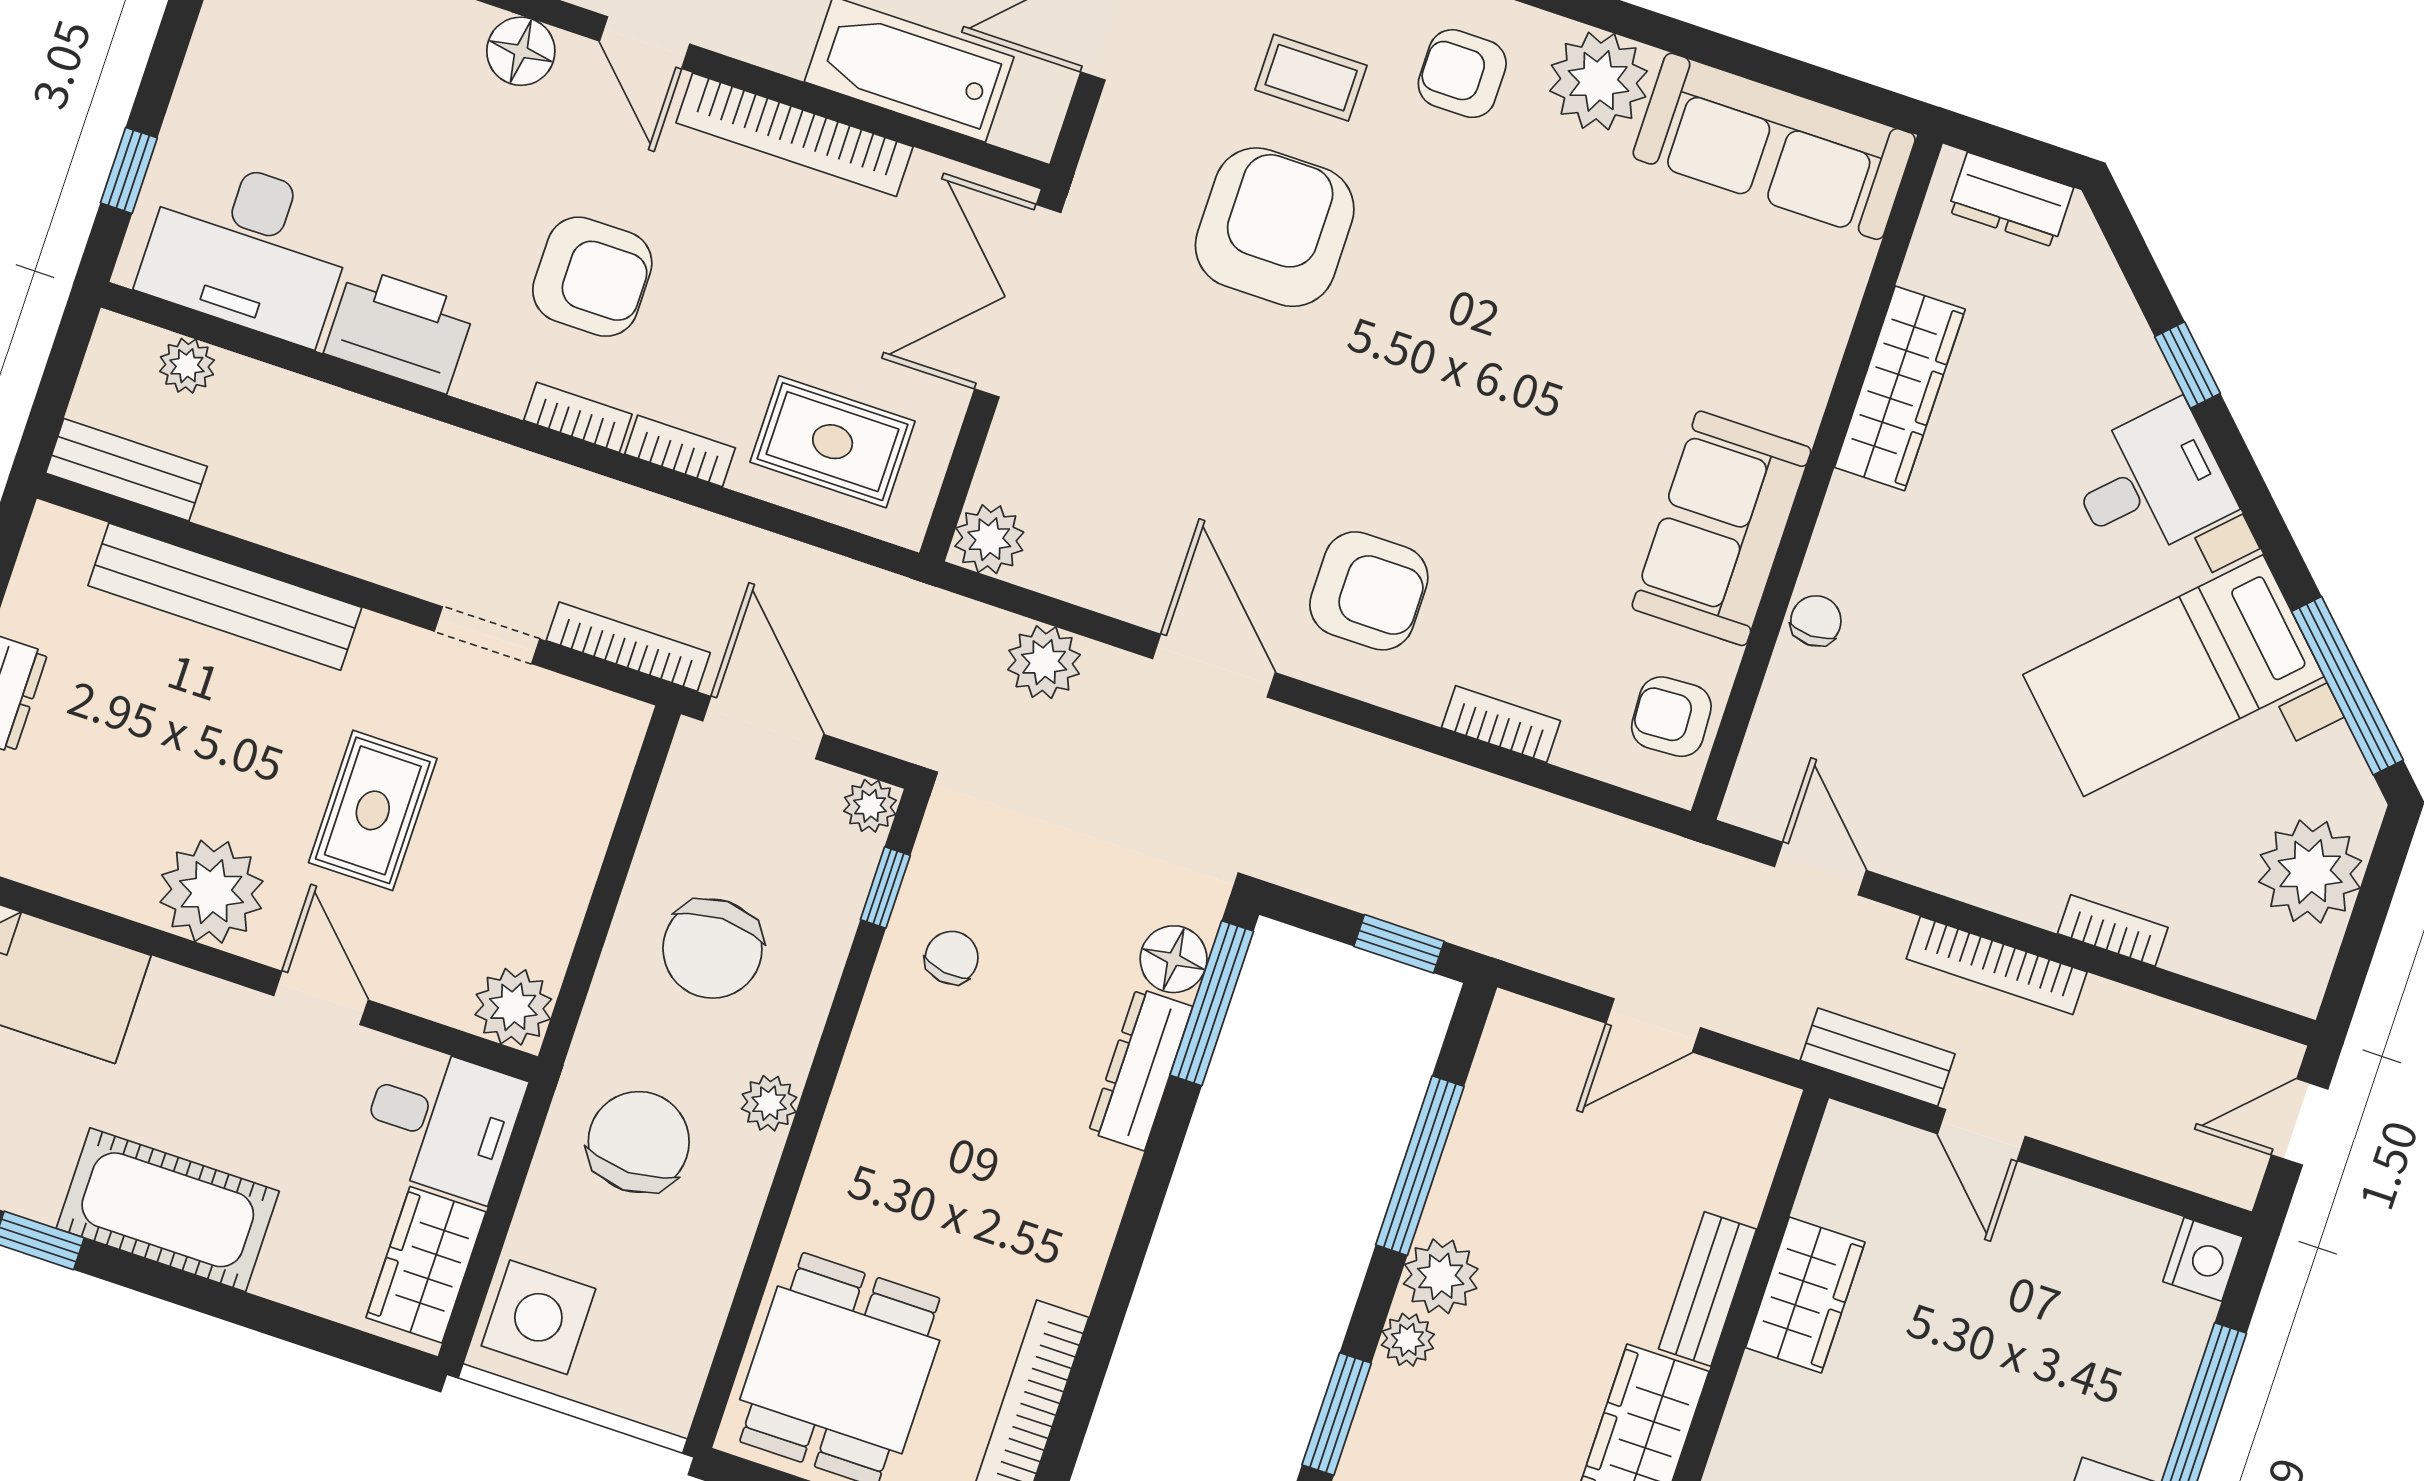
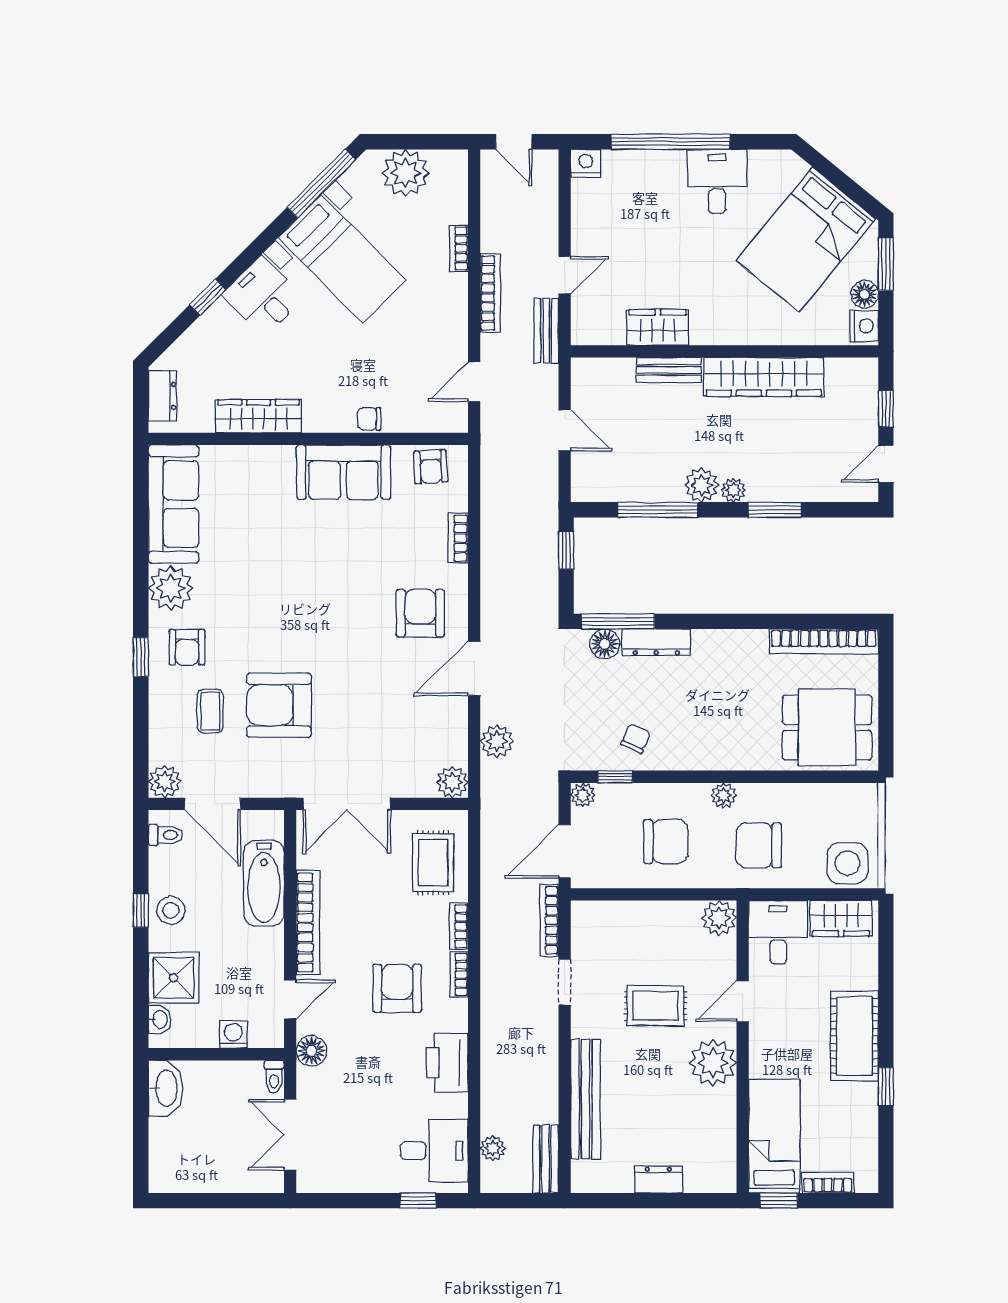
desk: (248, 248) -> (434, 1151), width x0.73
chair: (952, 958) -> (636, 739), turned 106

